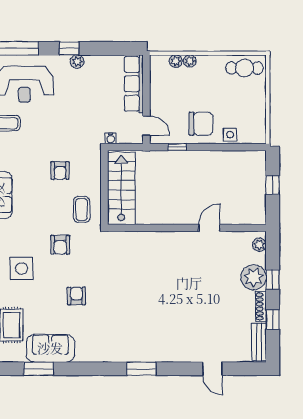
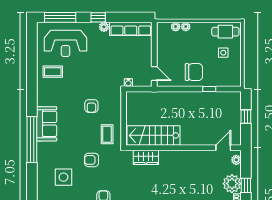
row of seats: (134, 84) -> (131, 29), moved, turned -90
side table: (230, 135) -> (223, 53), moved
window: (177, 147) -> (209, 89), moved
stairs: (121, 188) -> (154, 135), moved, turned -90
door: (209, 228) -> (223, 148), moved
wardrobe: (135, 241) -> (146, 157), added
armchair: (60, 245) -> (92, 160), turned 90

